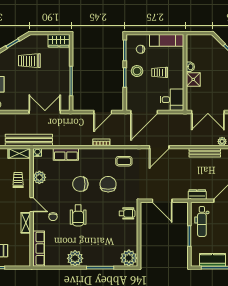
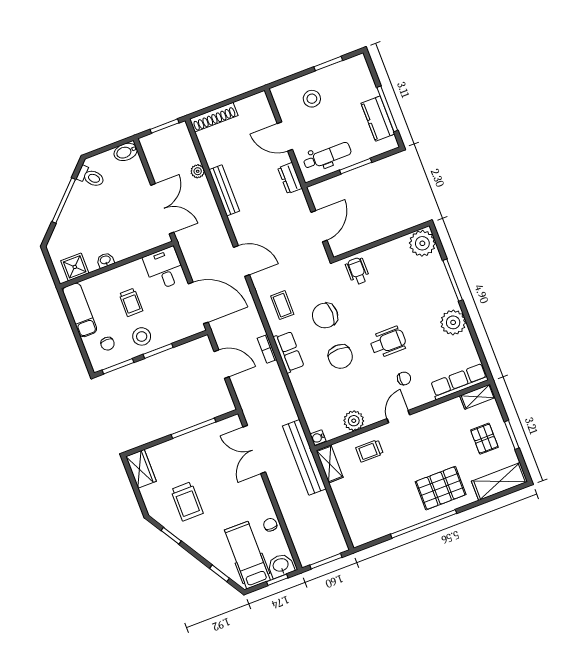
shower: (193, 79) -> (75, 267), moved
row of seats: (66, 154) -> (289, 352), moved
shelving: (26, 223) -> (477, 397), moved

